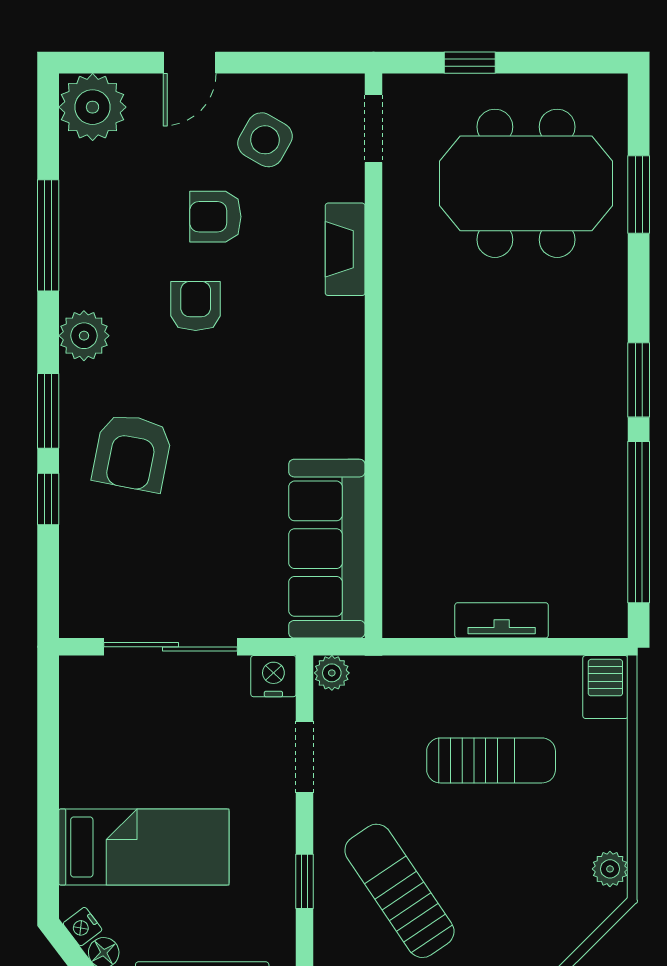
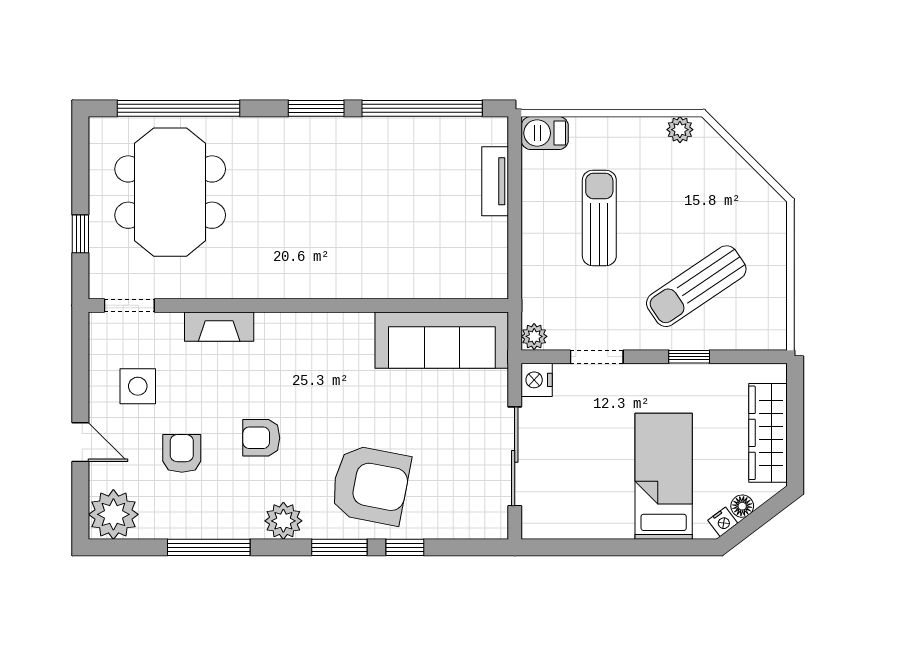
side table: (265, 140) -> (138, 386), turned -30
window: (639, 195) -> (178, 108), width x2.11
armchair: (215, 217) -> (182, 453), moved, turned 180
armchair: (132, 453) -> (370, 485), width x1.36, depth x1.36
tv unit: (502, 620) -> (495, 181), moved

